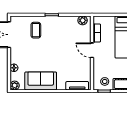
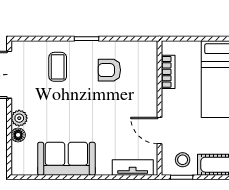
plant: (83, 20) -> (142, 49), removed
armchair: (64, 32) -> (109, 70), added
door: (92, 50) -> (160, 130), moved
plant: (15, 85) -> (19, 118), moved

